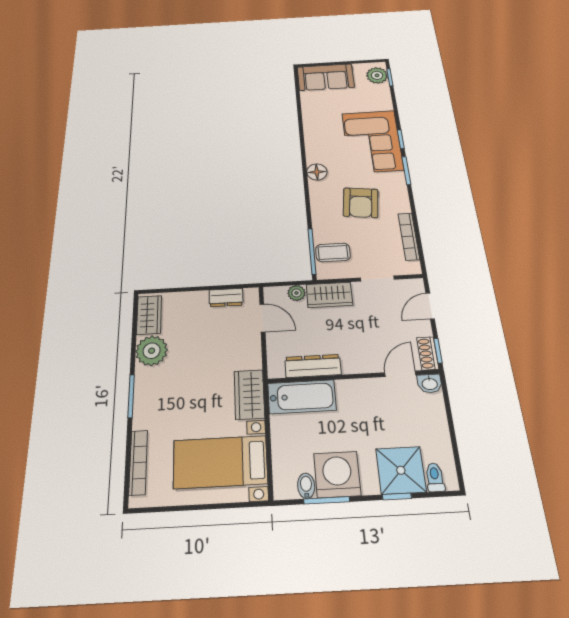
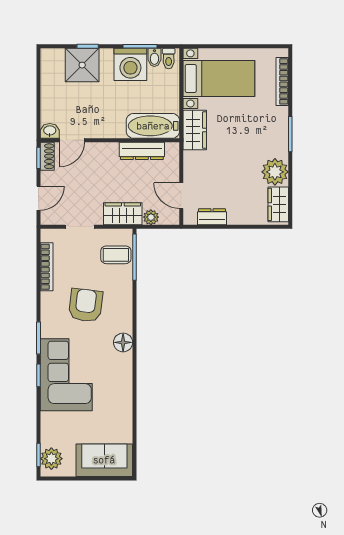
toilet: (435, 477) -> (169, 59), moved

